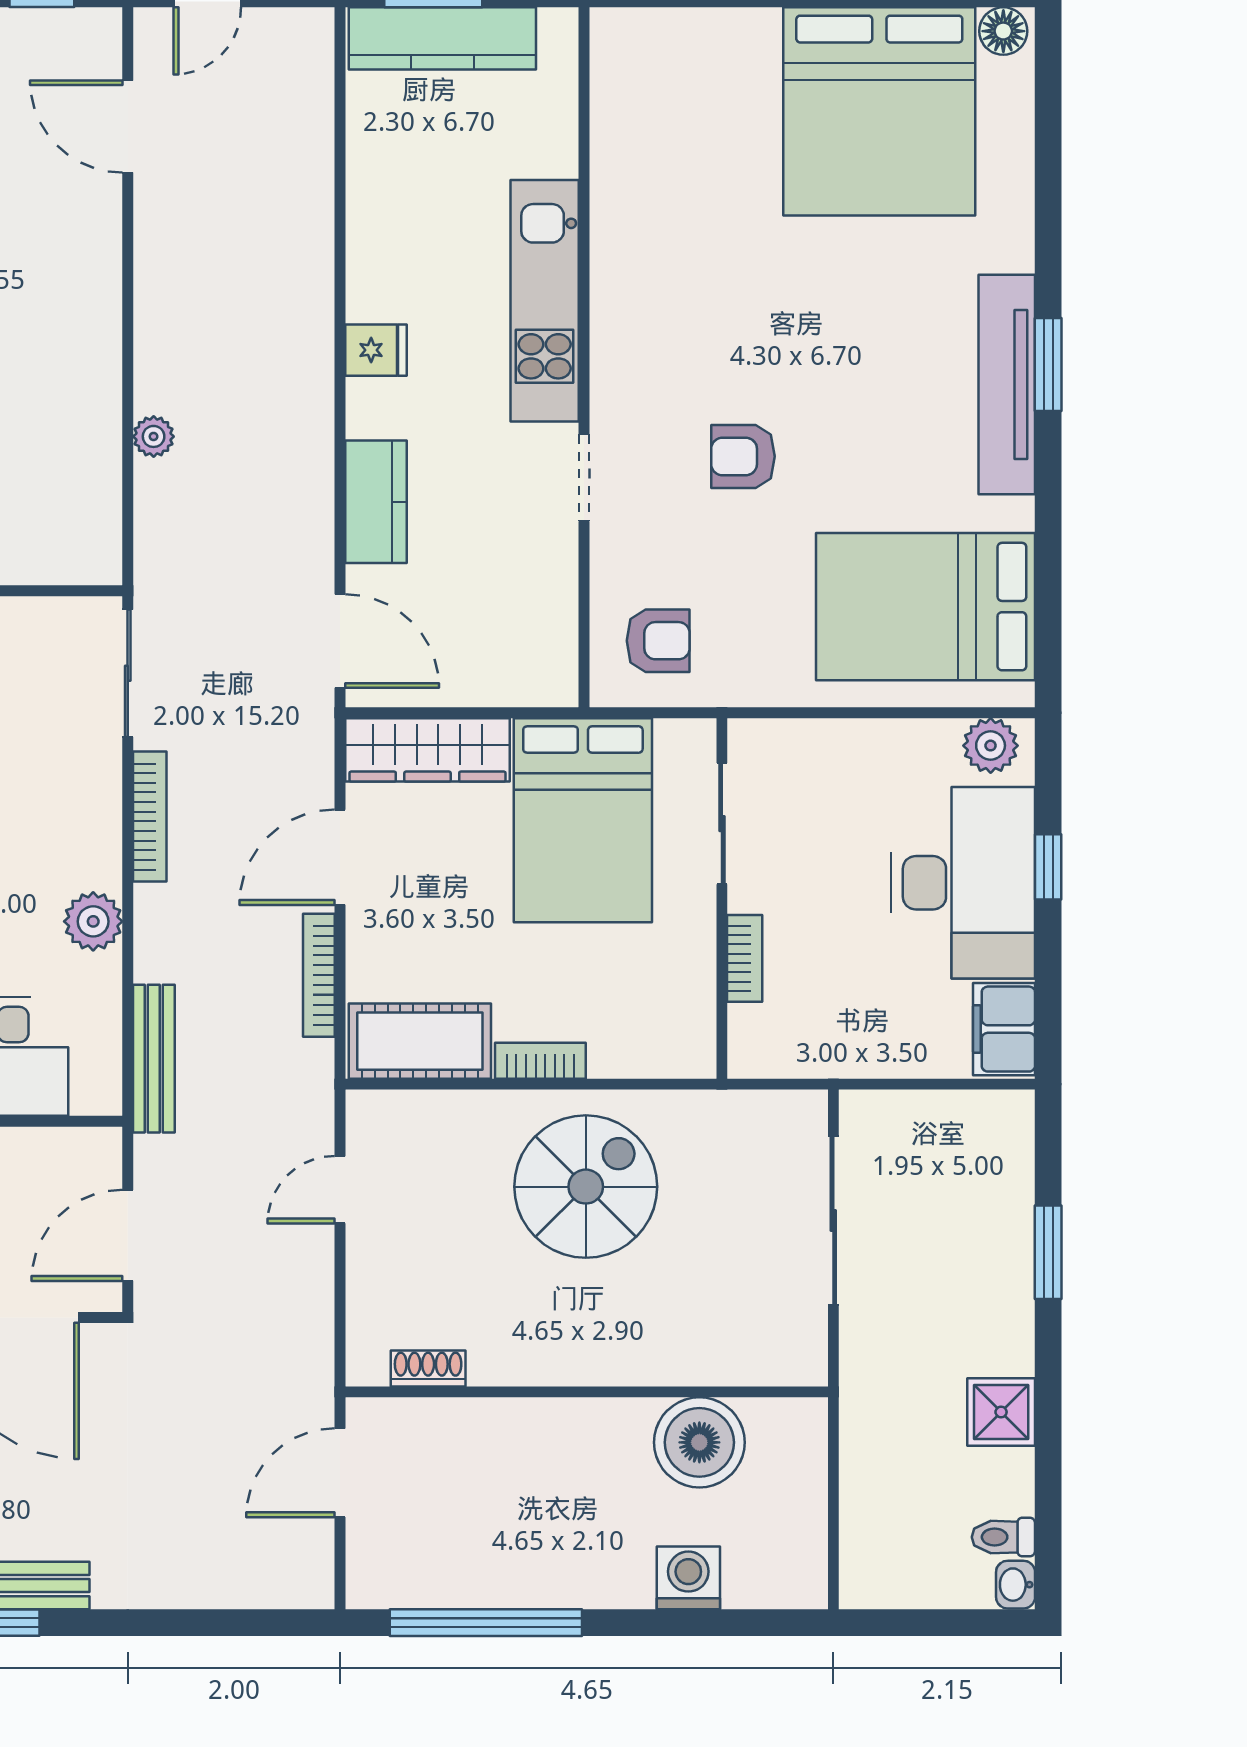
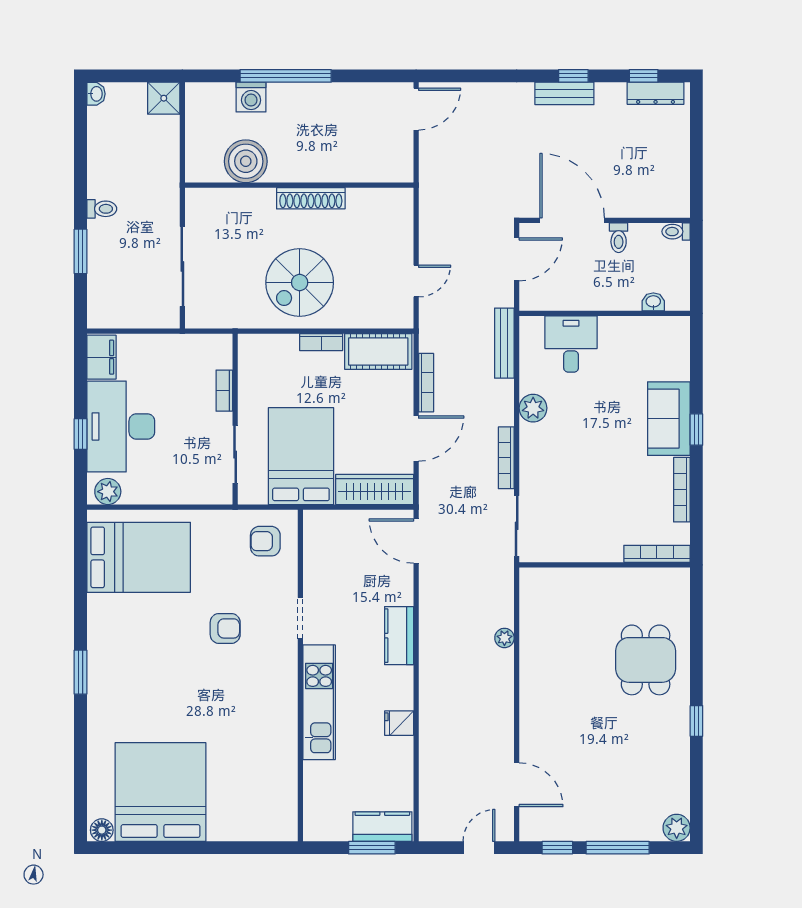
kitchen counter: (442, 38) -> (382, 827), width x0.67
fridge: (376, 350) -> (399, 723), moved
tv unit: (1007, 385) -> (100, 663), removed
kitchen counter: (376, 502) -> (399, 636), moved
shoe rack: (428, 1368) -> (311, 198), moved, width x1.94, depth x1.24
shower: (1001, 1412) -> (164, 98), moved
door: (340, 1473) -> (416, 109), moved
toilet: (1003, 1537) -> (102, 209), moved
window: (486, 1623) -> (286, 76), moved

